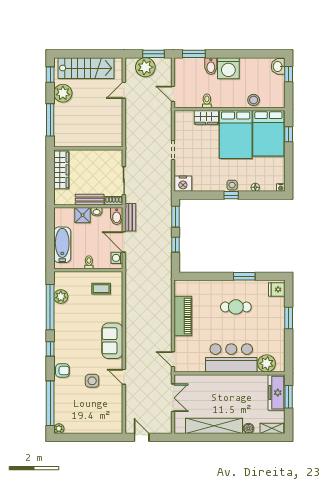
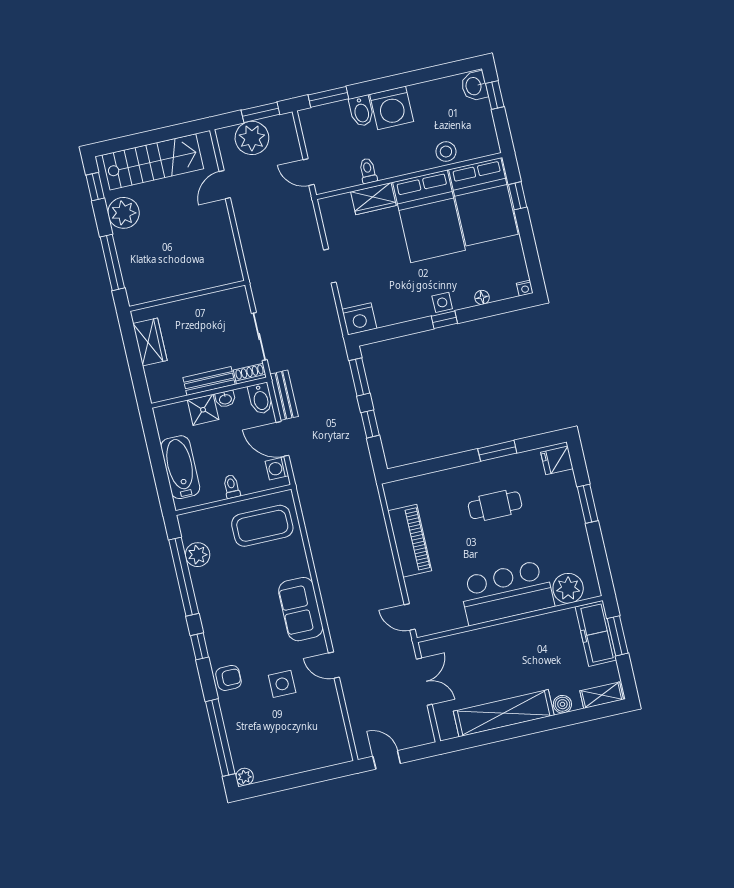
wardrobe: (61, 170) -> (150, 342), width x0.67
coffee table: (101, 289) -> (262, 526), width x1.86, depth x1.72

